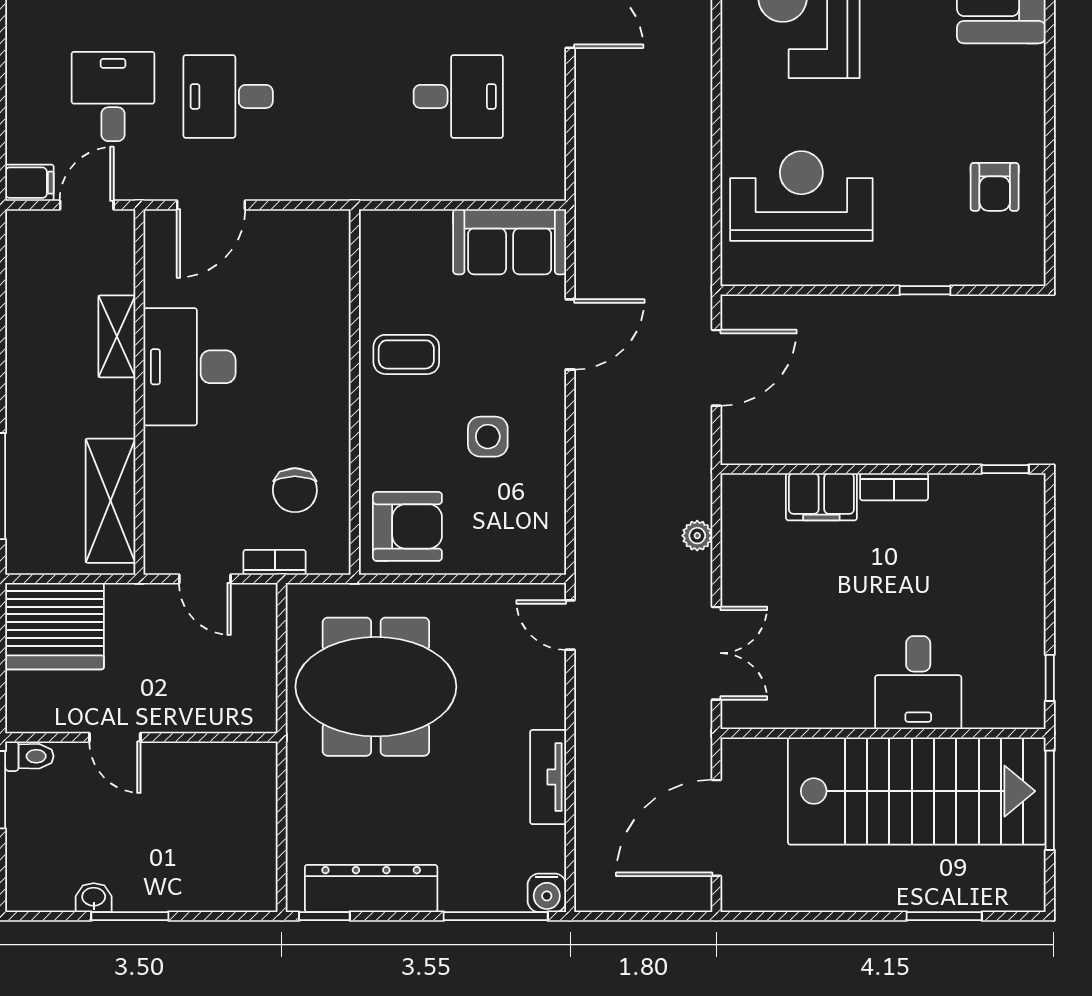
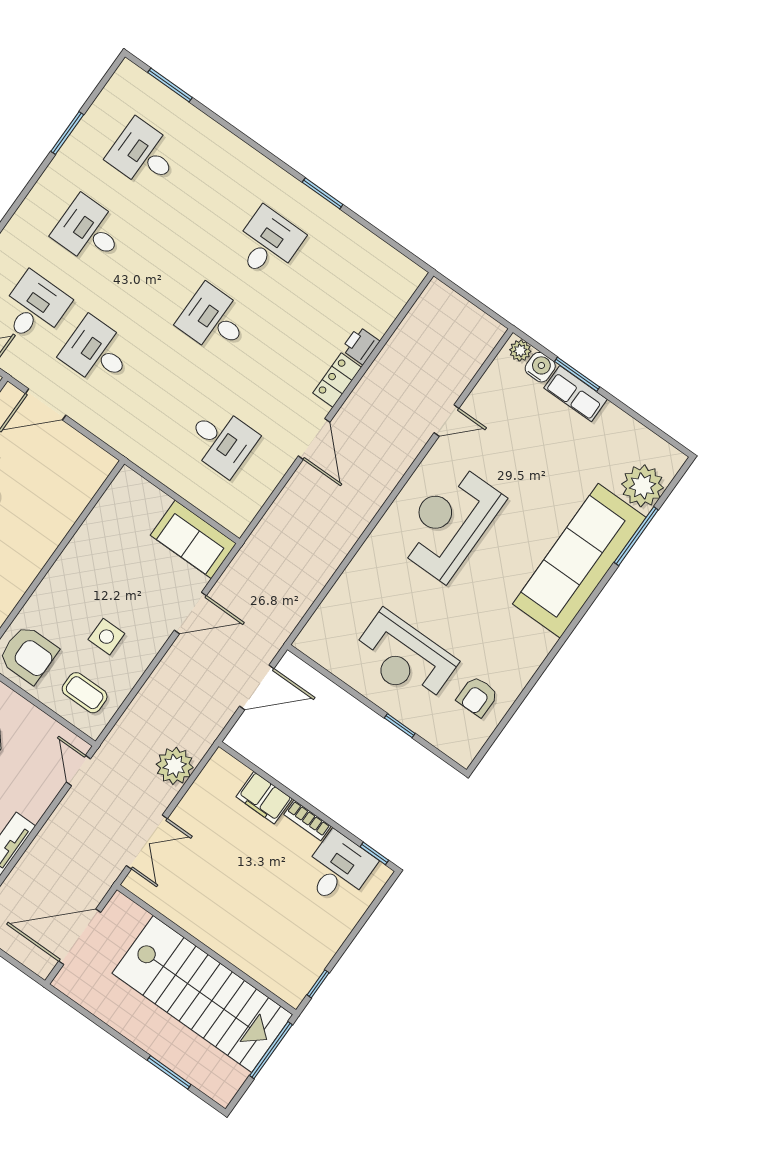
reception desk: (801, 196) -> (404, 658), moved, turned 180
coffee table: (406, 354) -> (85, 693), moved
plant: (697, 536) -> (175, 766), width x1.88, depth x1.88
desk: (918, 683) -> (338, 869), moved, turned 180

